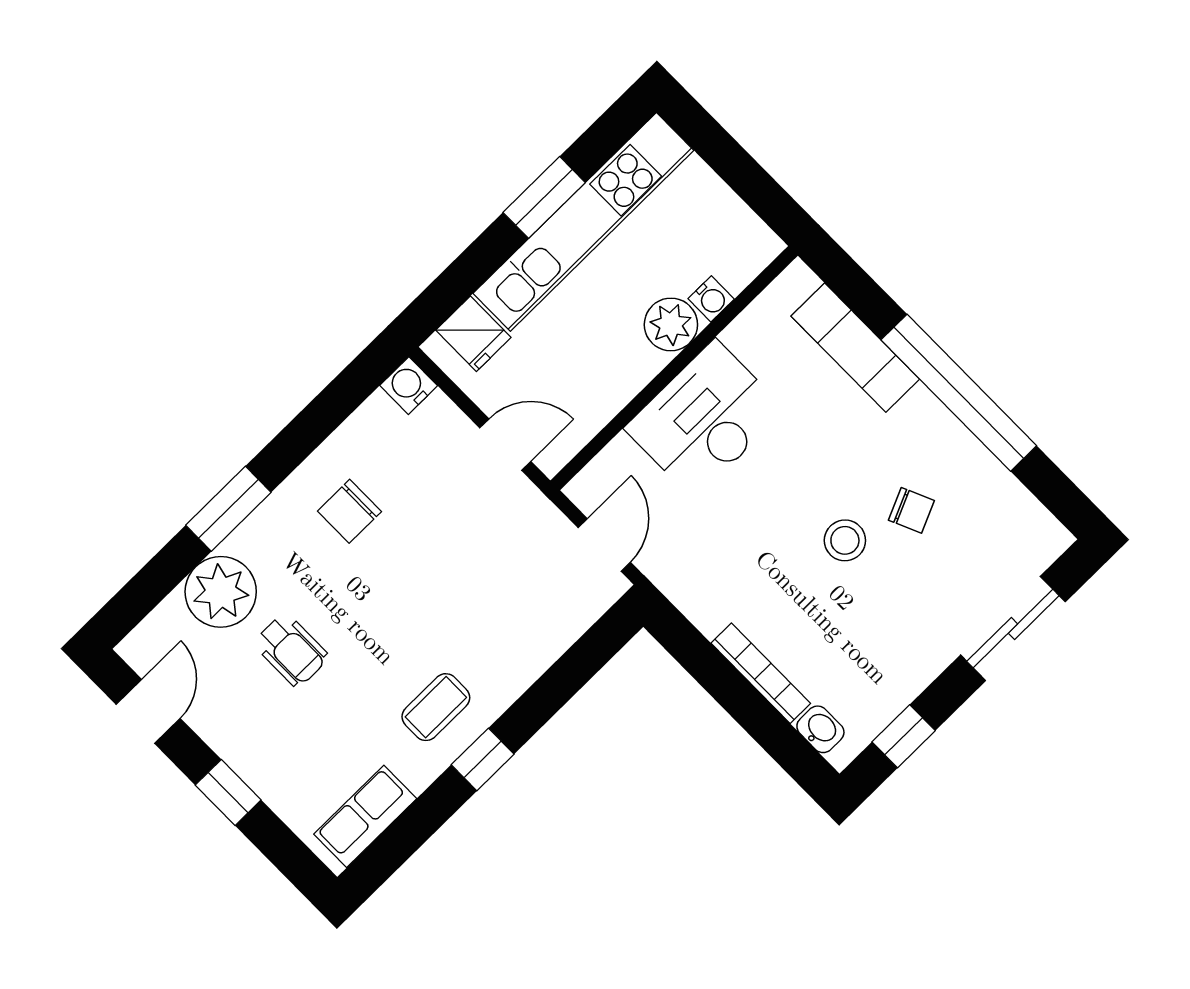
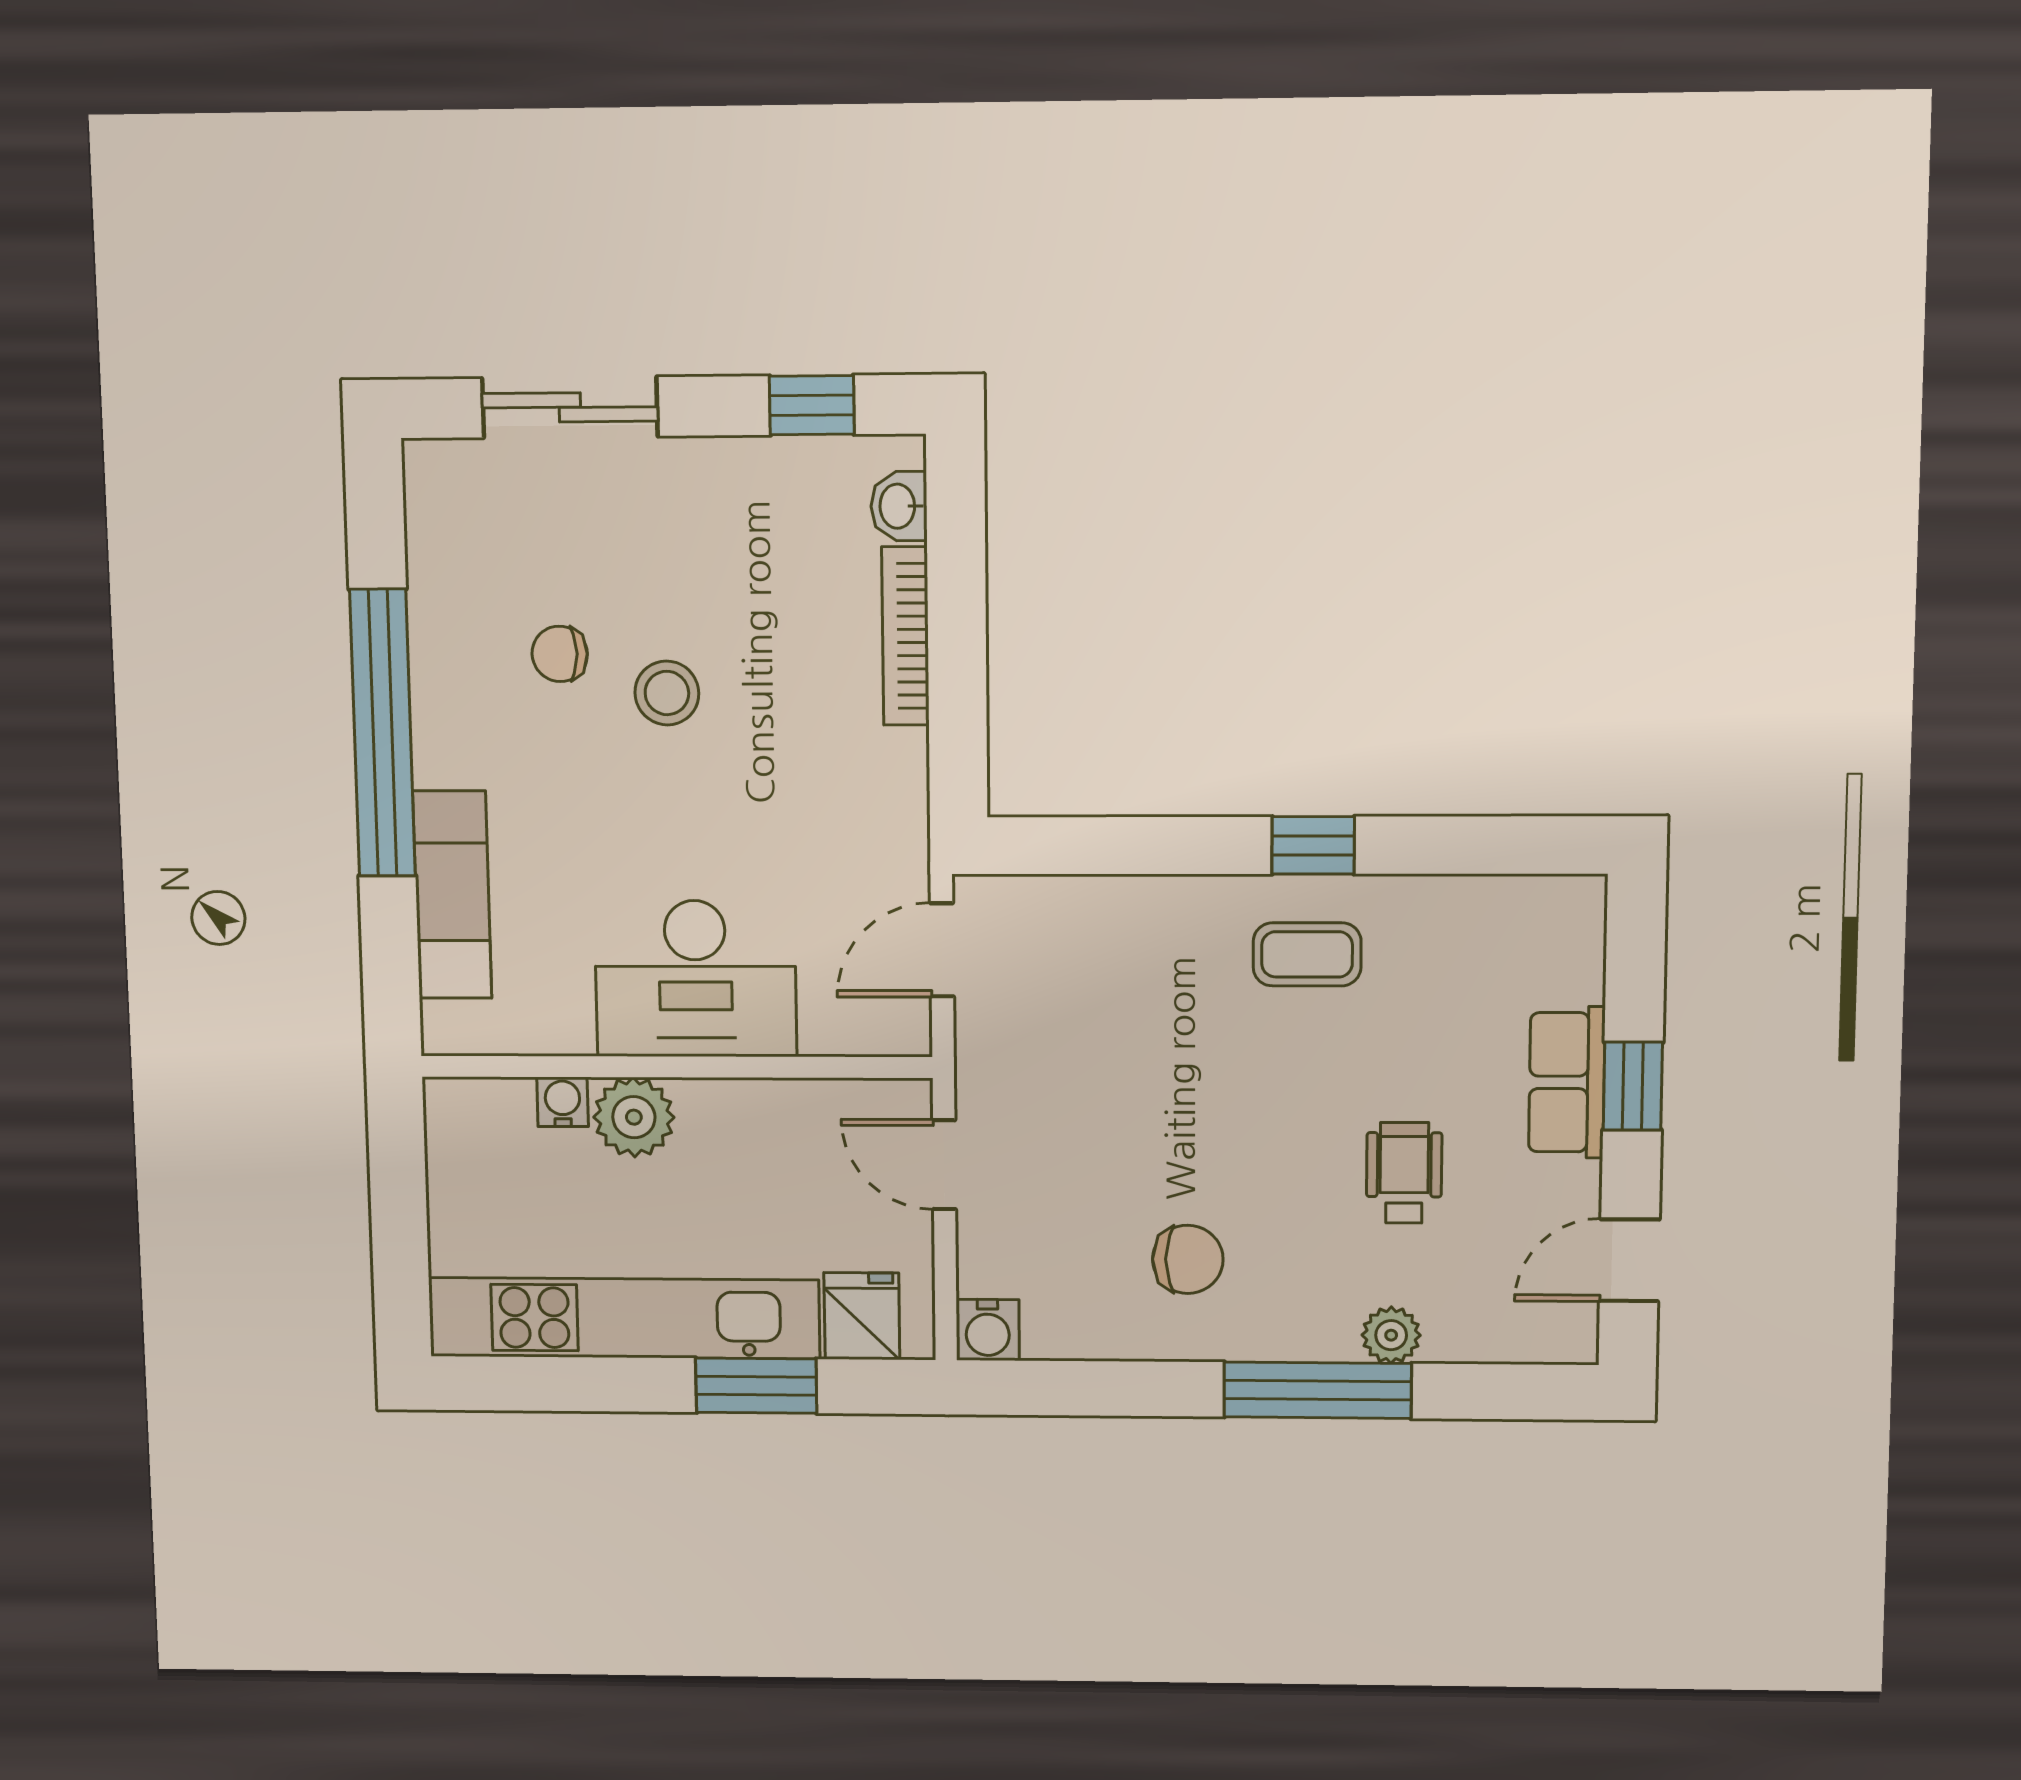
window: (544, 197) -> (756, 1386), moved
window: (228, 509) -> (1318, 1390), width x1.44
chair: (911, 510) -> (560, 654), turned -66
plant: (221, 592) -> (1391, 1335), width x0.53, depth x0.53
row of seats: (365, 816) -> (1567, 1082), moved, turned 90

